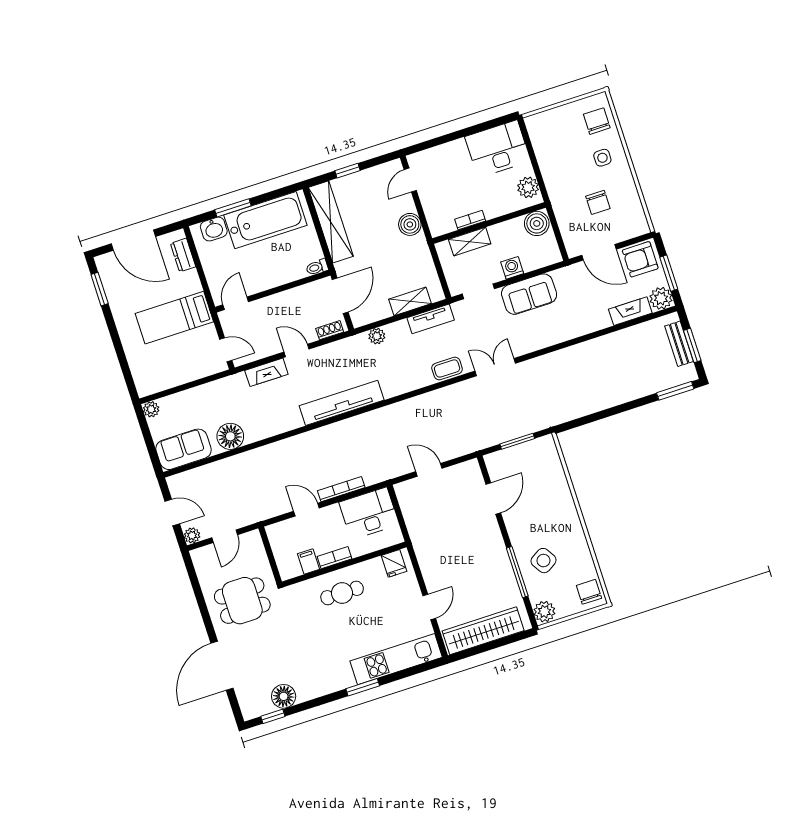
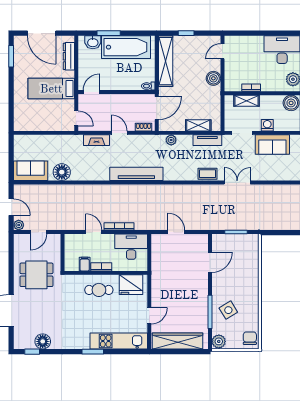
dresser: (183, 255) -> (69, 56), width x1.44
plant: (151, 409) -> (19, 140), removed
fridge: (394, 563) -> (131, 285), width x1.88, depth x1.34

